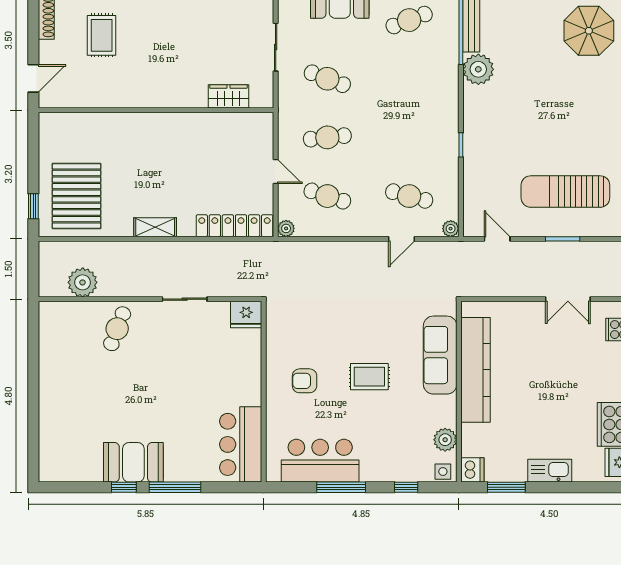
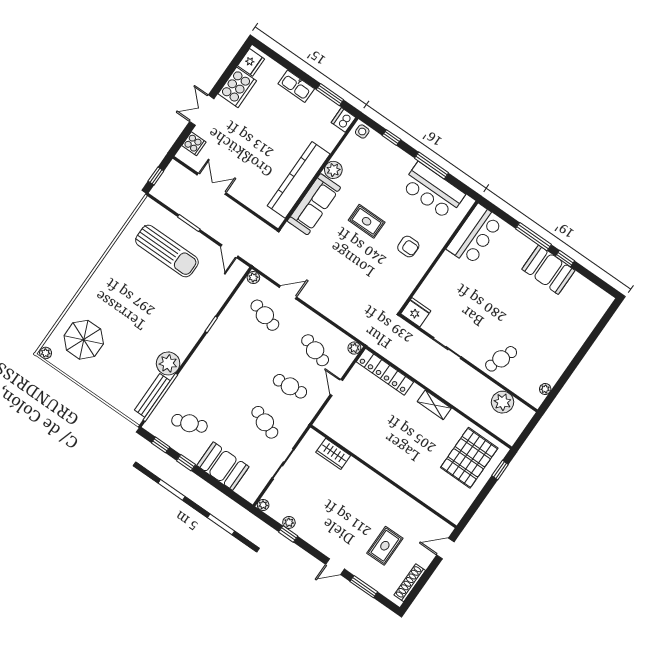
plant: (46, 329) -> (545, 389), added
plant: (445, 440) -> (333, 170), moved

